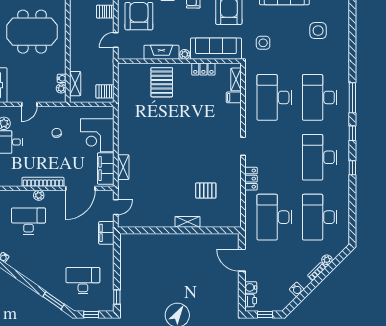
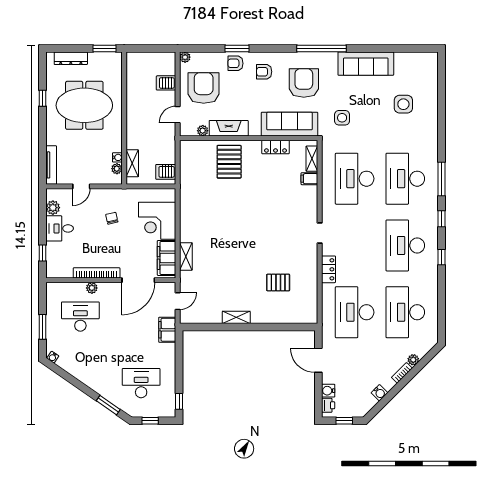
plant: (185, 54) -> (203, 131), moved
shelving: (187, 222) -> (236, 317), moved

